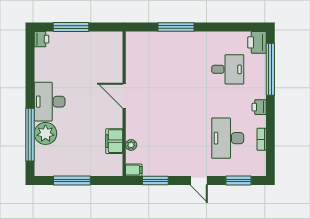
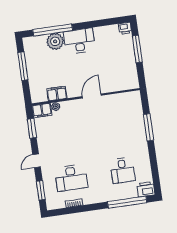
printer: (259, 107) -> (98, 198), removed
desk: (228, 138) -> (71, 178), turned 180
filing cabinet: (134, 170) -> (42, 110), width x2.00

